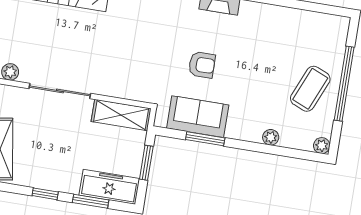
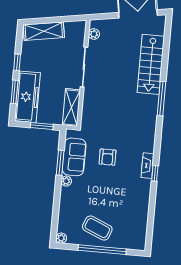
plant: (271, 137) -> (66, 181), moved
freezer: (109, 187) -> (27, 97), width x1.36, depth x1.26

